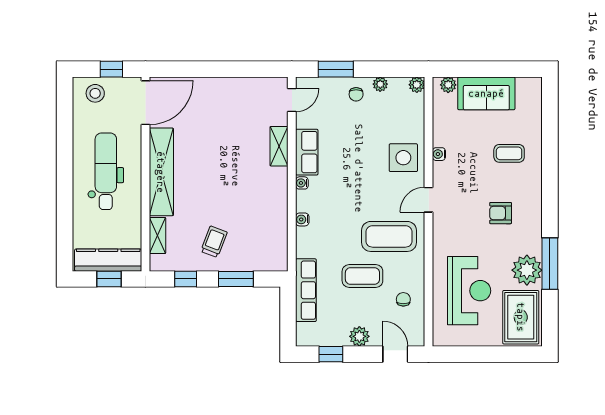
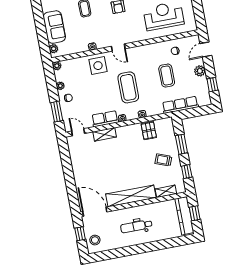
dental chair: (106, 171) -> (136, 226), width x0.73, depth x0.72
pallet: (271, 226) -> (149, 131), added
coffee table: (389, 236) -> (128, 87), moved

